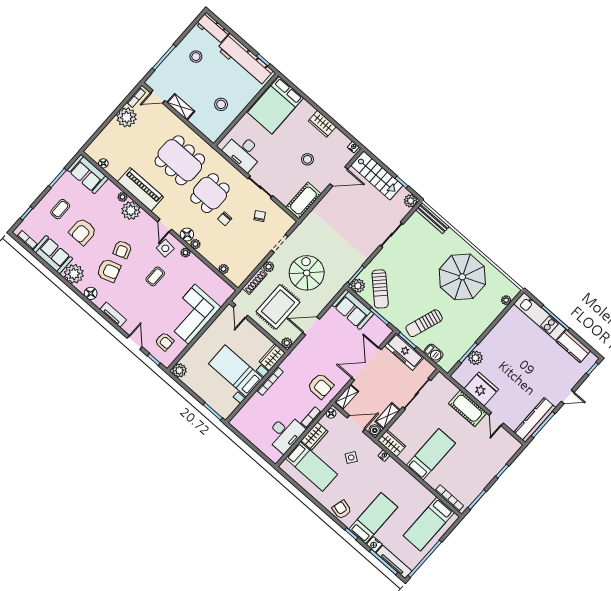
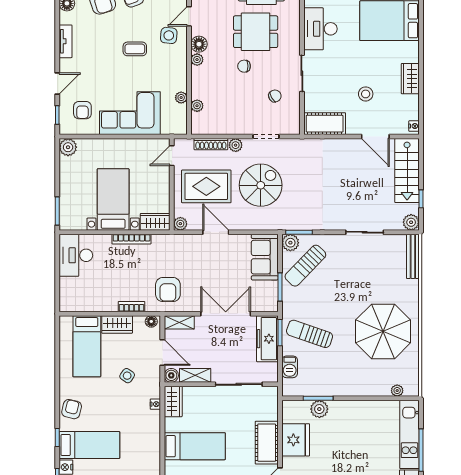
plant: (185, 253) -> (181, 98), moved
desk: (285, 433) -> (76, 255), moved, turned 90

